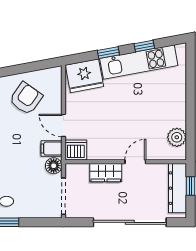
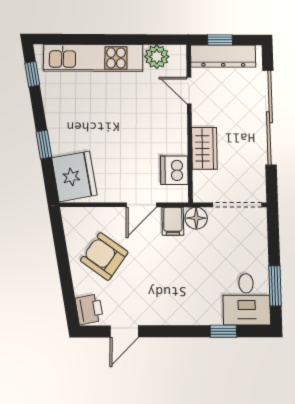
window: (144, 46) -> (32, 74), moved
kitchen unit: (139, 62) -> (93, 58), moved, turned 100
dishwasher: (76, 150) -> (174, 170), moved
door: (135, 162) -> (189, 91), moved

